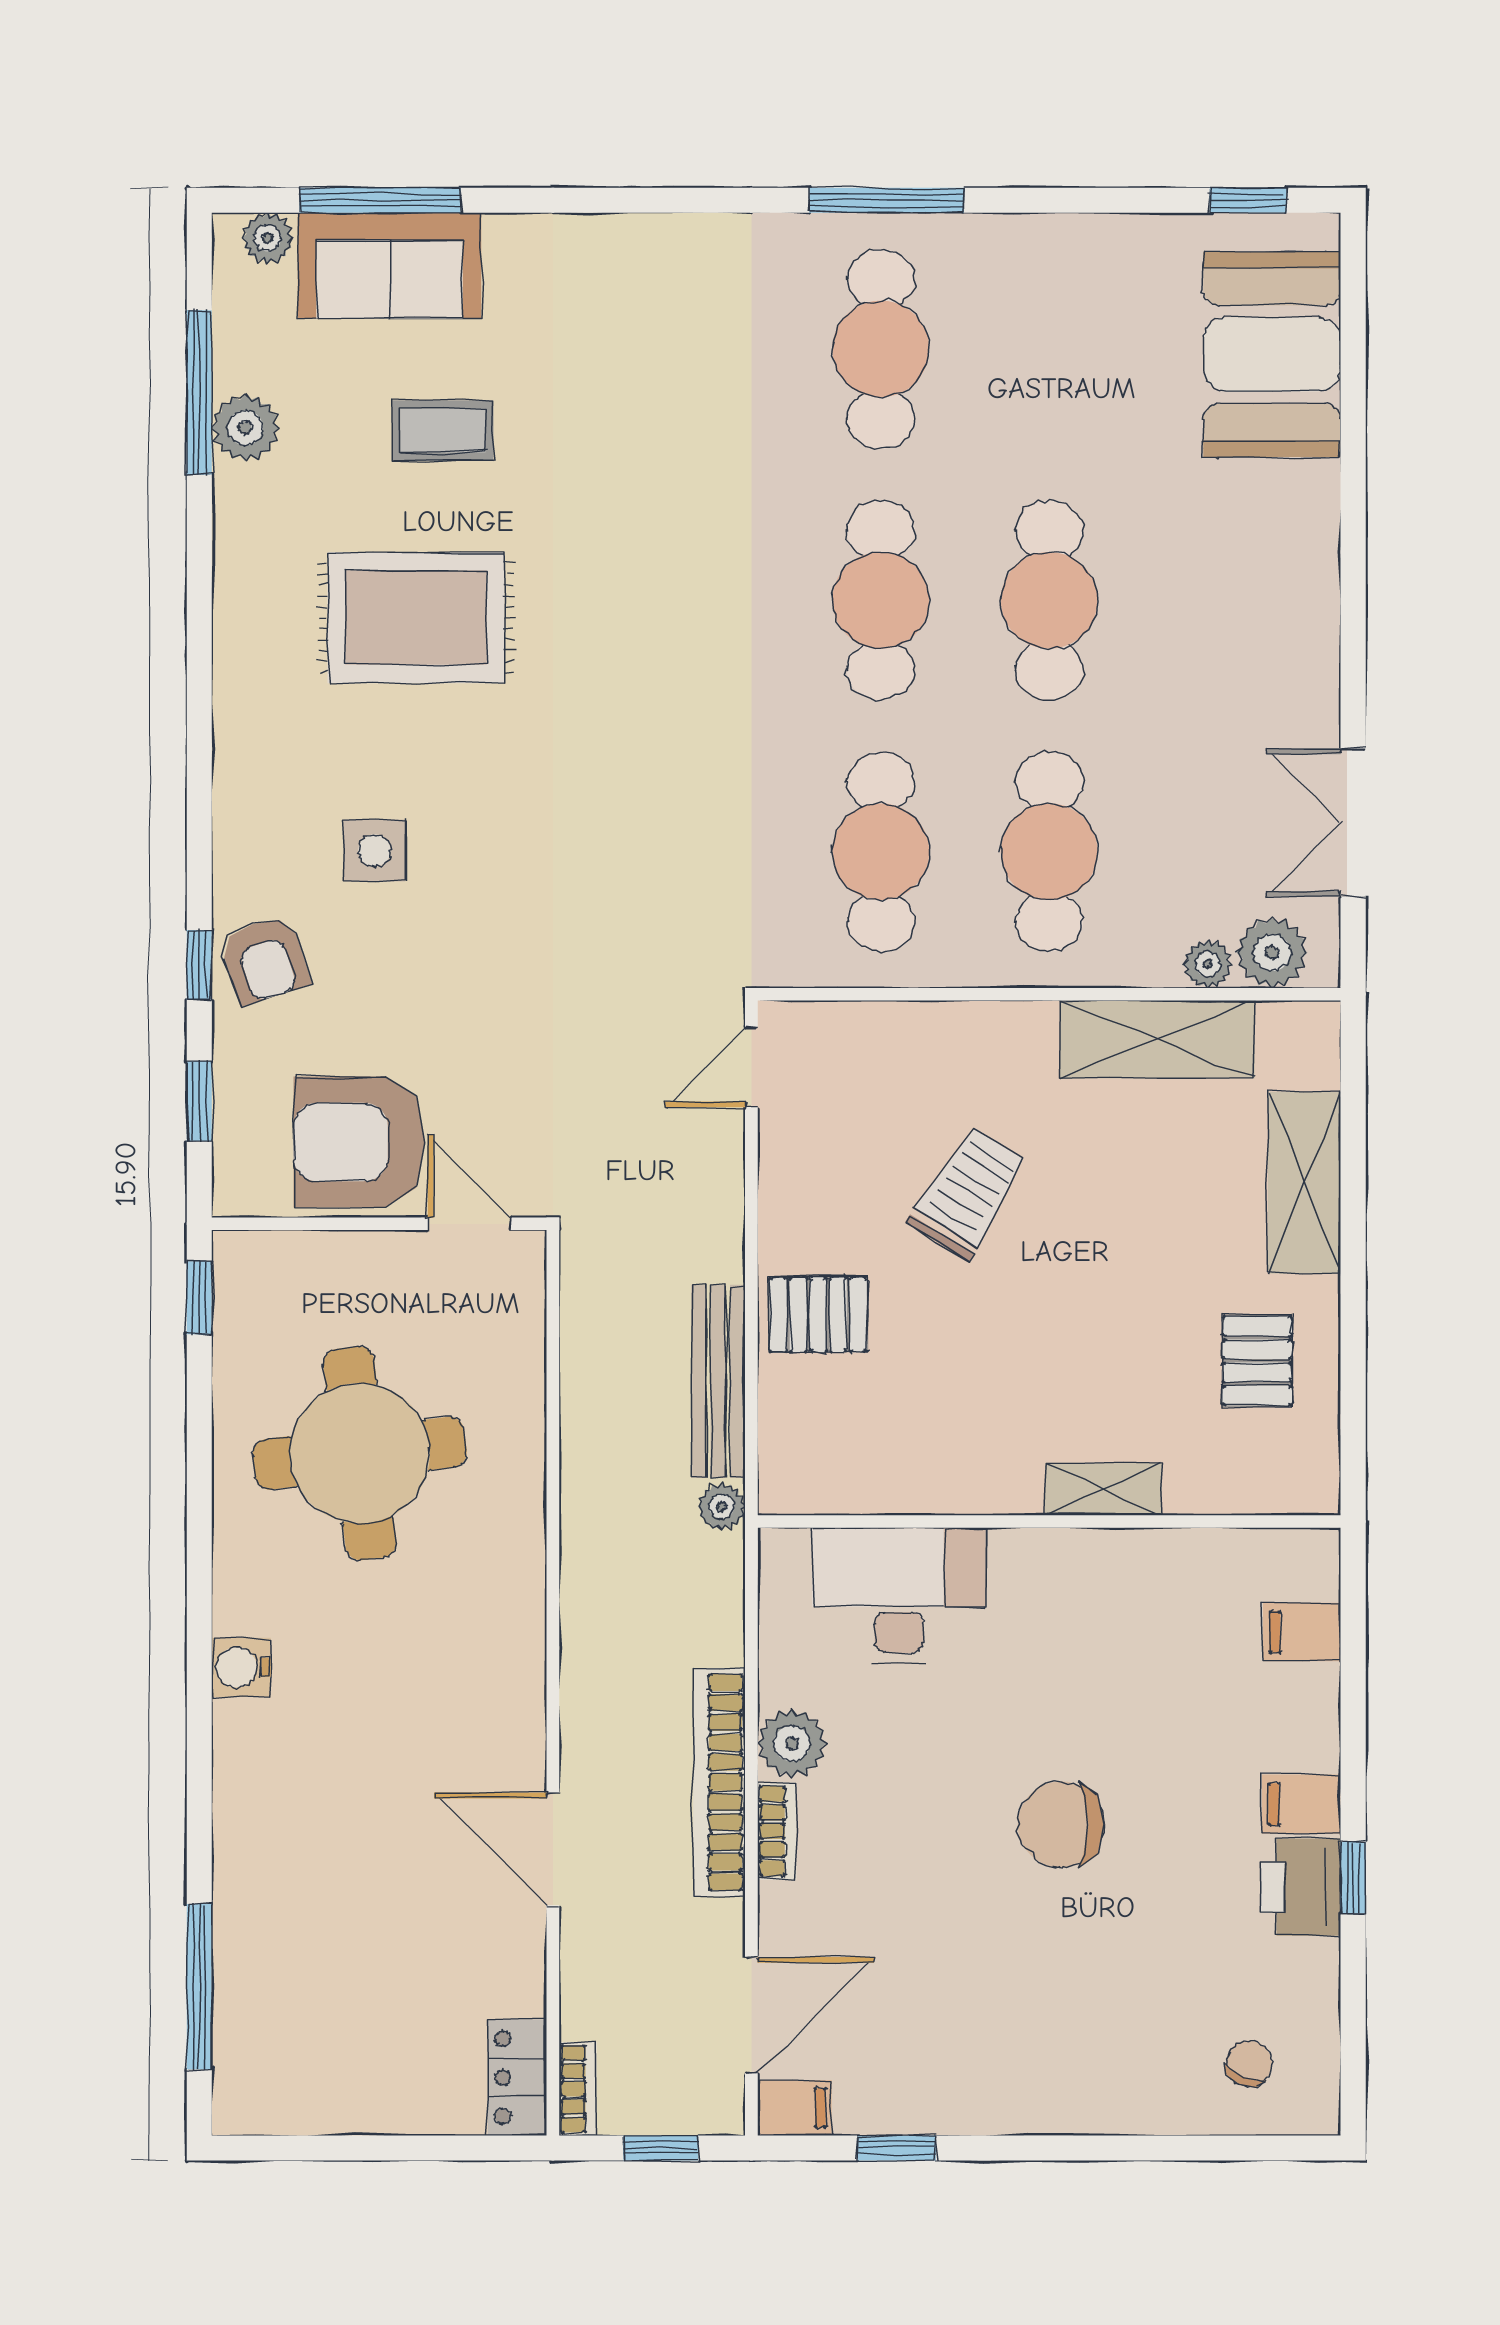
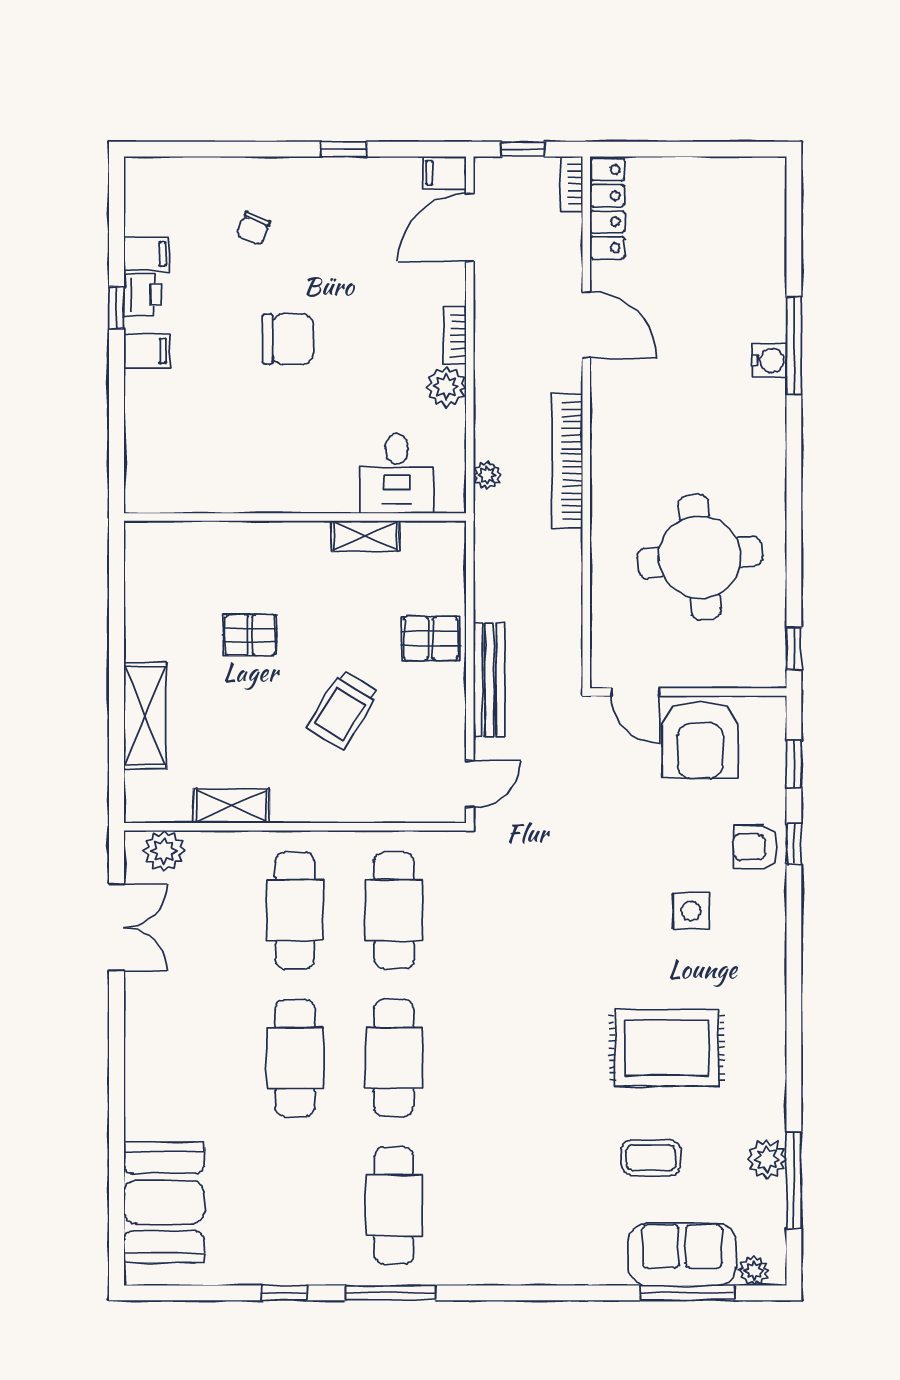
window: (1248, 200) -> (284, 1293), moved
armchair: (265, 960) -> (755, 847), turned -72
plant: (1208, 964) -> (202, 844), removed
shelving: (1157, 1039) -> (231, 806), width x0.67, depth x0.75
armchair: (359, 1142) -> (700, 740), turned 90
pallet: (1257, 1361) -> (250, 635), moved, turned 90
bench: (718, 1381) -> (489, 680), moved
shelving: (1104, 1489) -> (365, 536), moved
plant: (722, 1507) -> (487, 475), moved
desk: (899, 1596) -> (397, 473), width x0.73
filing cabinet: (1302, 1632) -> (147, 254), moved
water cooler: (241, 1667) -> (769, 360), moved
bookcase: (719, 1782) -> (567, 461), moved, turned 180
printer: (1301, 1887) -> (143, 295), width x0.73, depth x0.81
window: (199, 1987) -> (794, 346), moved
chair: (1249, 2064) -> (253, 229), moved
locker: (517, 2077) -> (607, 209), width x1.53
window: (897, 2148) -> (344, 149), moved

